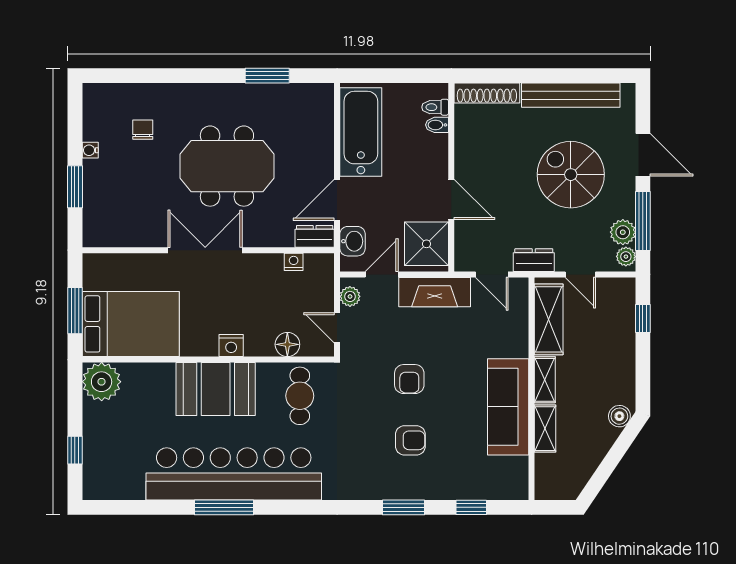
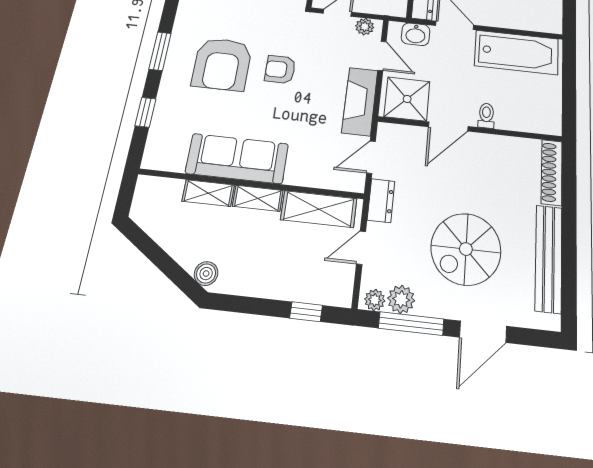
toilet: (435, 107) -> (486, 116), moved
bidet: (437, 125) -> (521, 121), removed
spiral stairs: (571, 175) -> (466, 249), turned 180
armchair: (410, 440) -> (222, 64), width x1.88, depth x1.88

